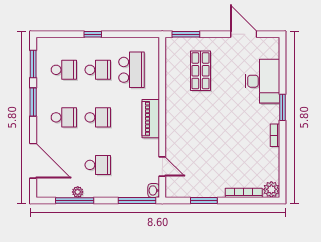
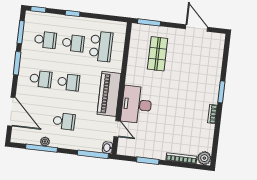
window: (51, 34) -> (38, 9), added
desk: (262, 81) -> (137, 105), moved, turned 180
piano: (151, 119) -> (109, 94), width x1.37, depth x1.33

